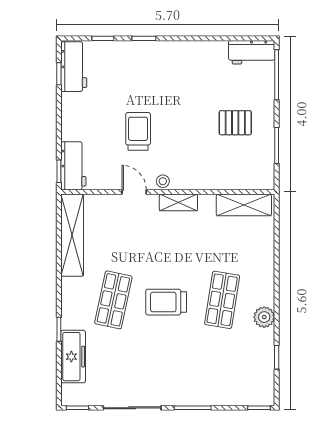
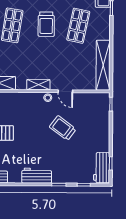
trolley: (138, 131) -> (63, 128), turned 127
workbench: (73, 166) -> (37, 176), moved, turned 90
trolley: (166, 302) -> (46, 24), turned 90

